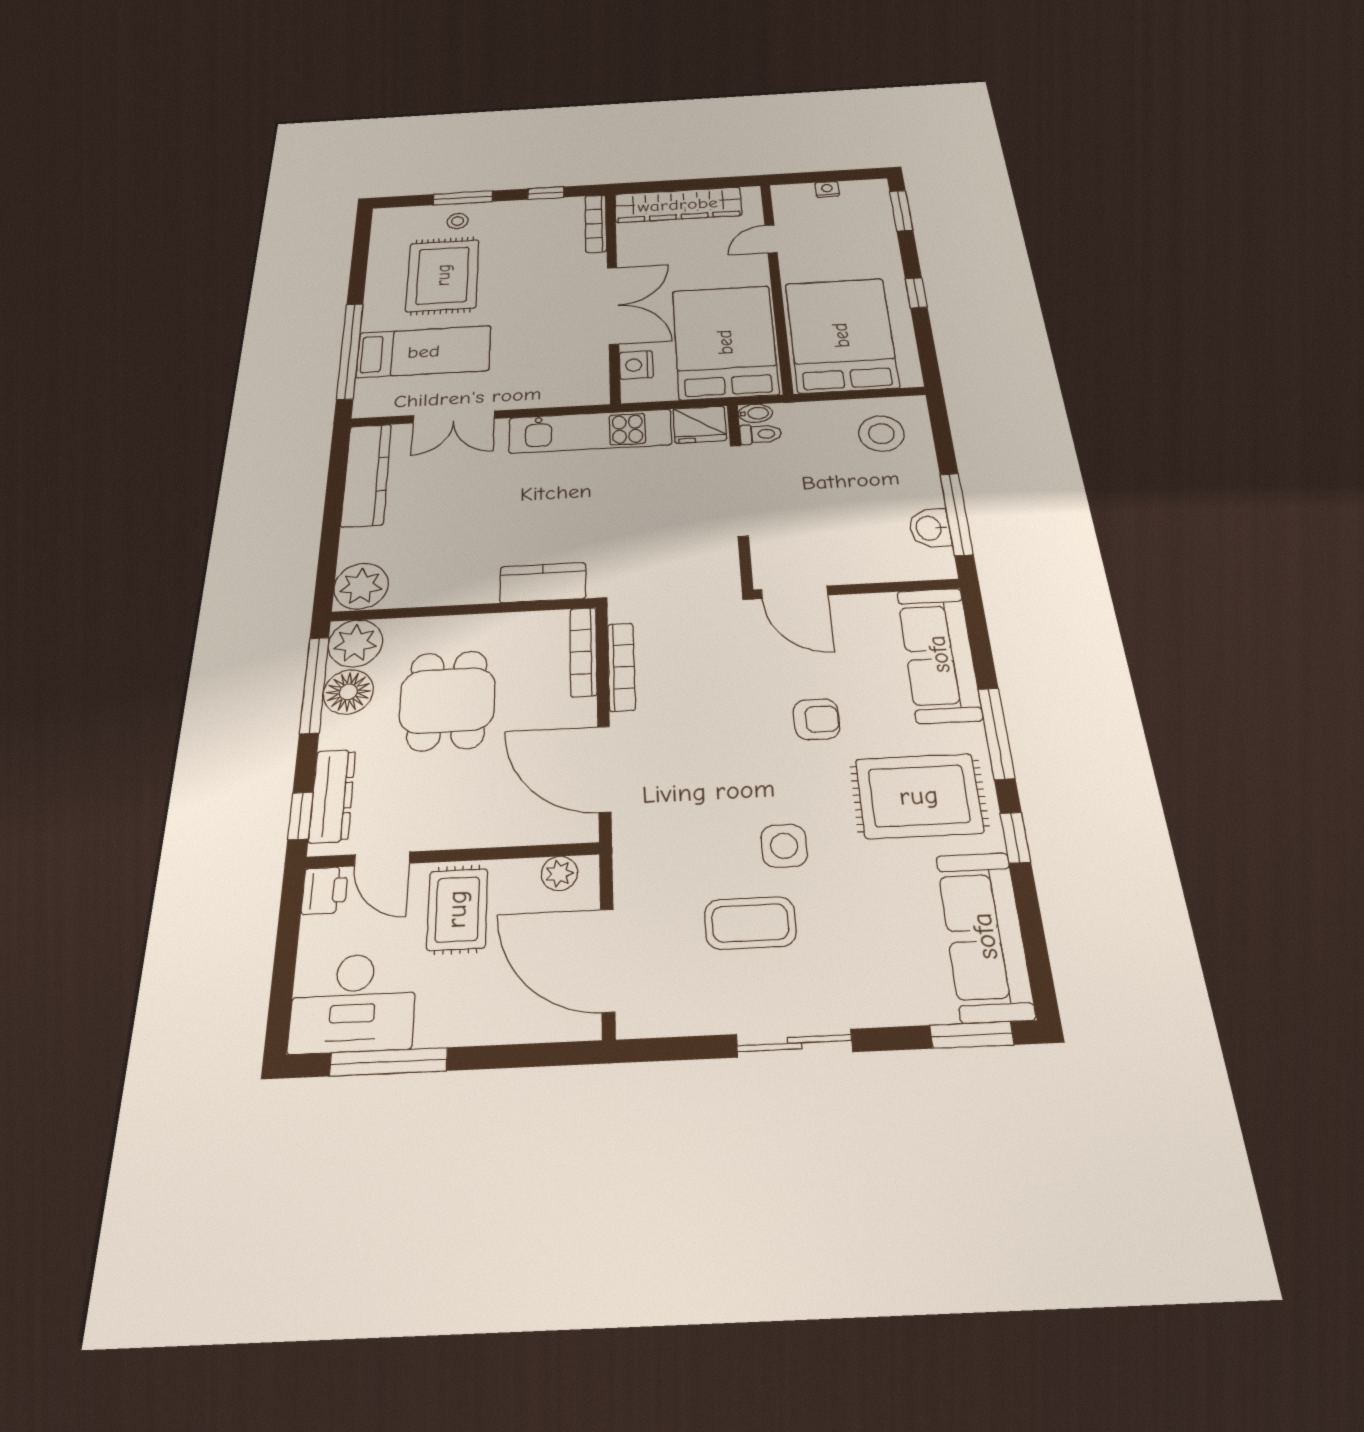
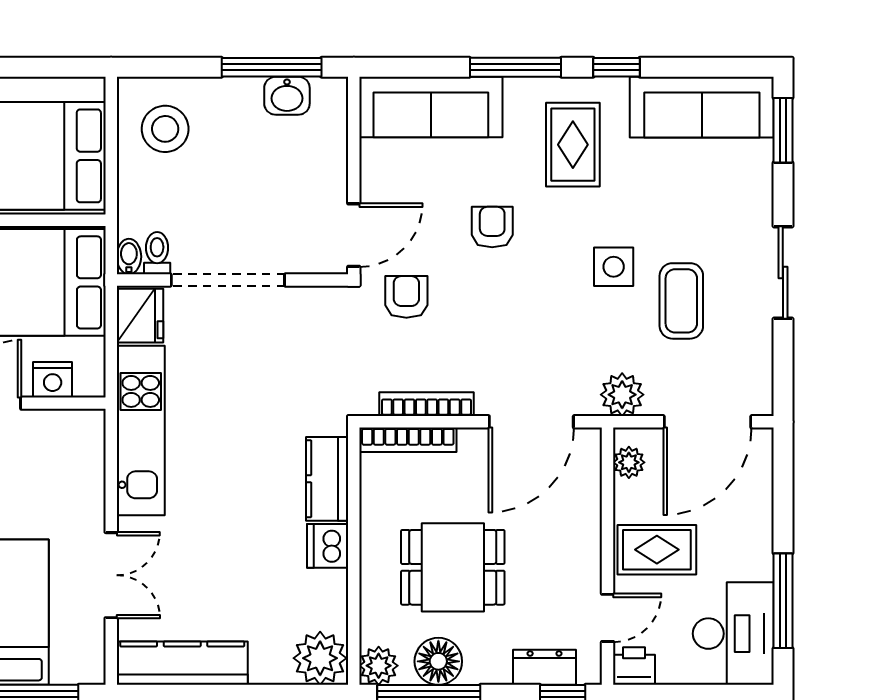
dishwasher: (475, 587) -> (328, 546), added
armchair: (734, 642) -> (406, 297), added
plant: (355, 643) -> (379, 666), width x0.73, depth x0.73
dresser: (332, 796) -> (545, 667), width x0.70
rug: (919, 796) -> (573, 145), width x0.73, depth x0.70
plant: (637, 862) -> (622, 395), added

